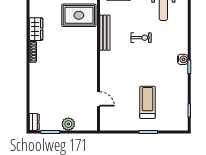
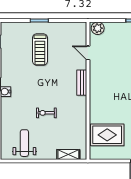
bench: (105, 33) -> (82, 83), moved, width x0.73
plant: (68, 124) -> (98, 28), moved

